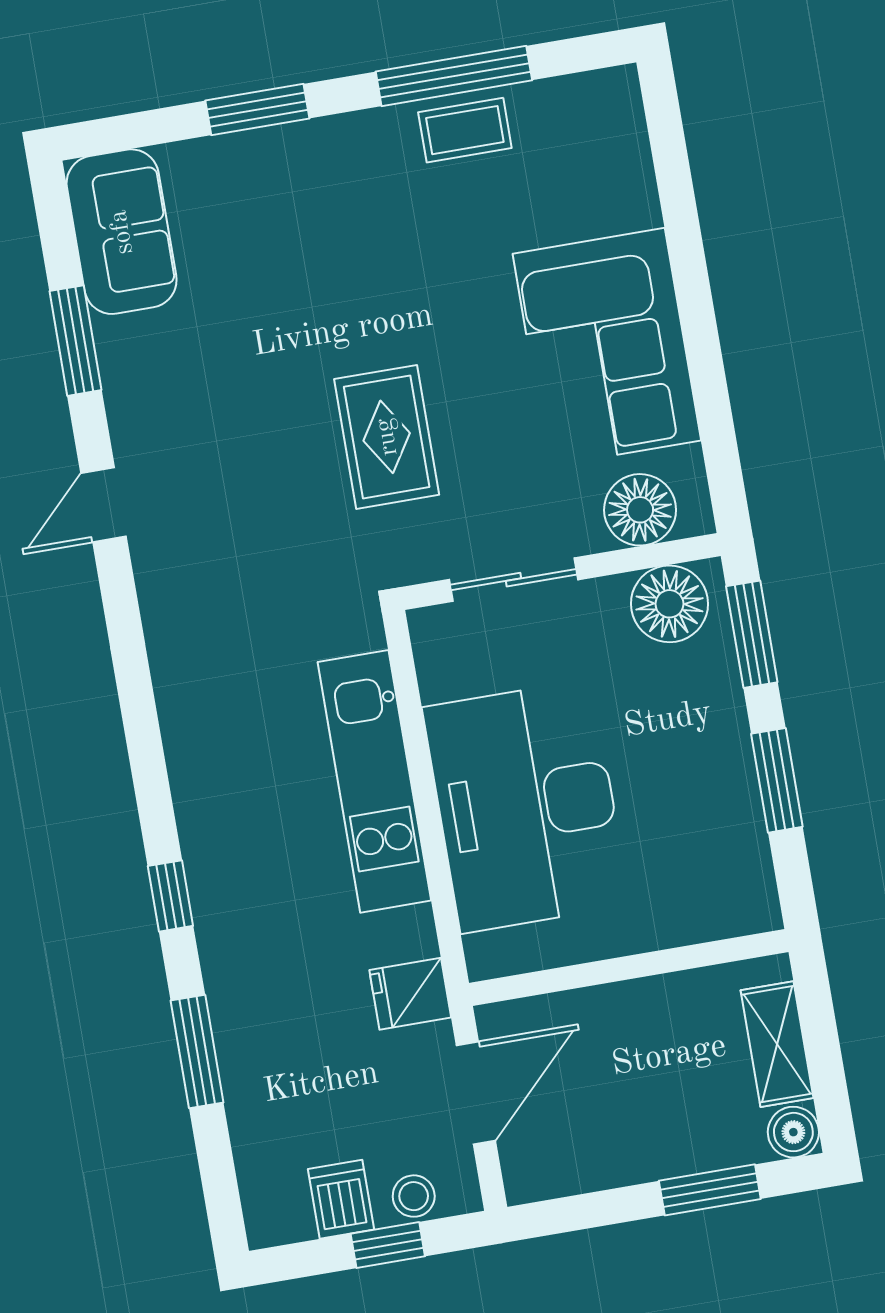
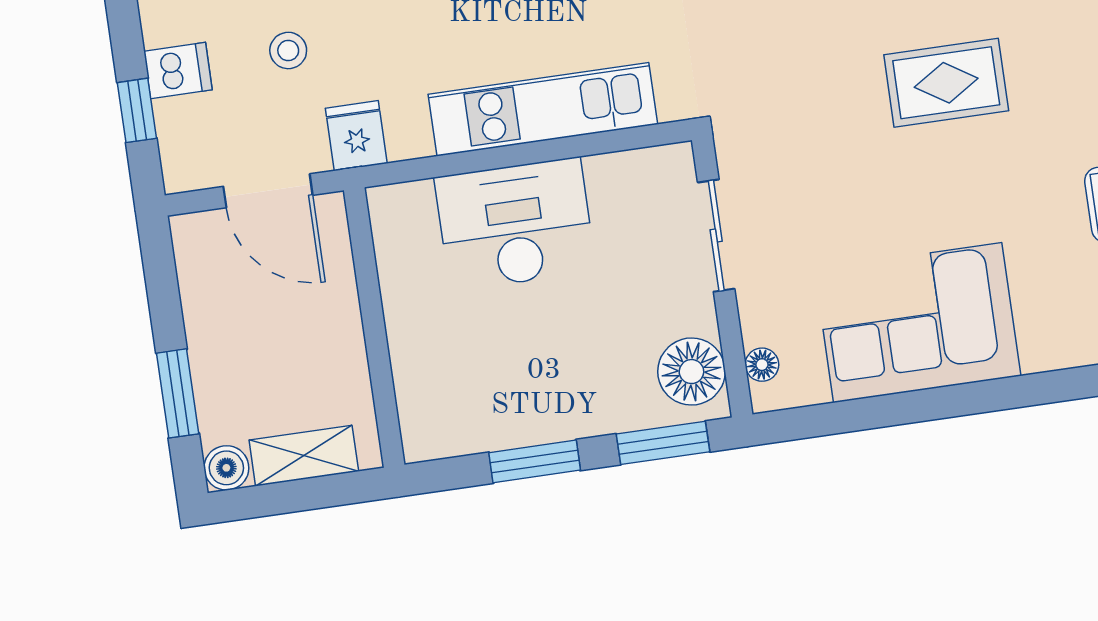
rug: (387, 437) -> (946, 83), moved
floor lamp: (640, 510) -> (762, 365), width x0.53, depth x0.53
desk: (526, 806) -> (515, 224), width x0.73, depth x0.77
stool: (414, 1196) -> (288, 50), moved

